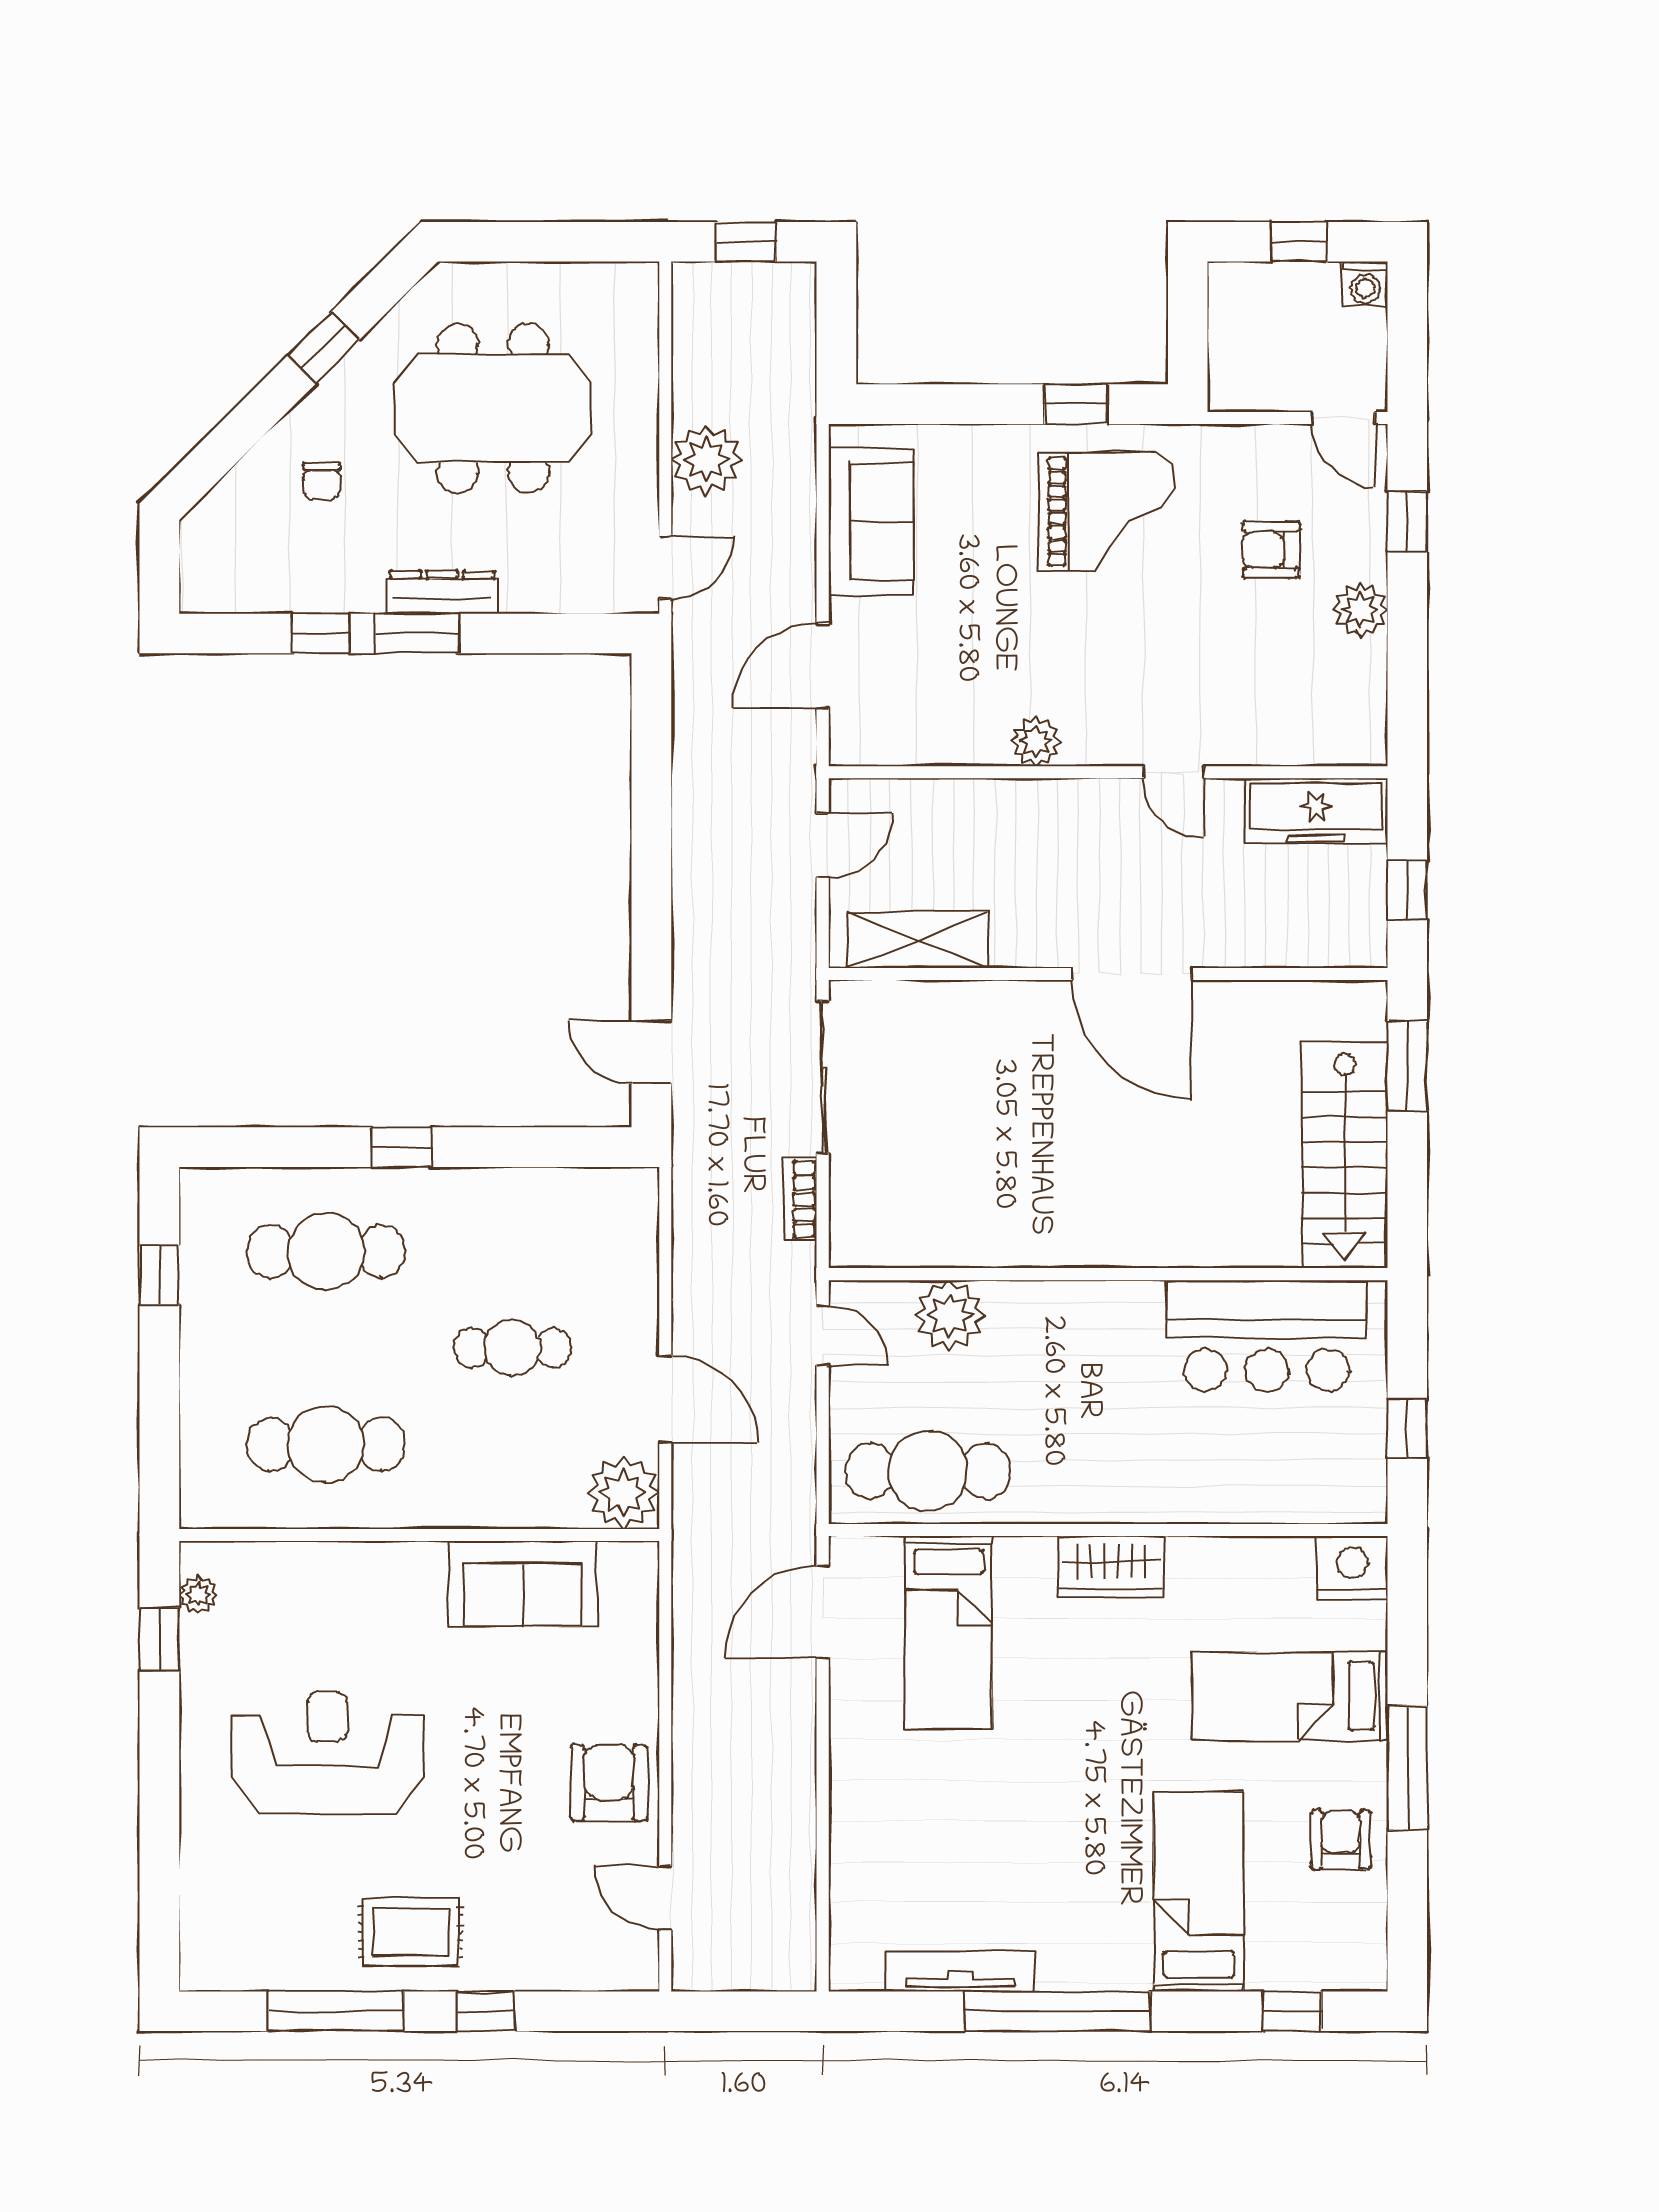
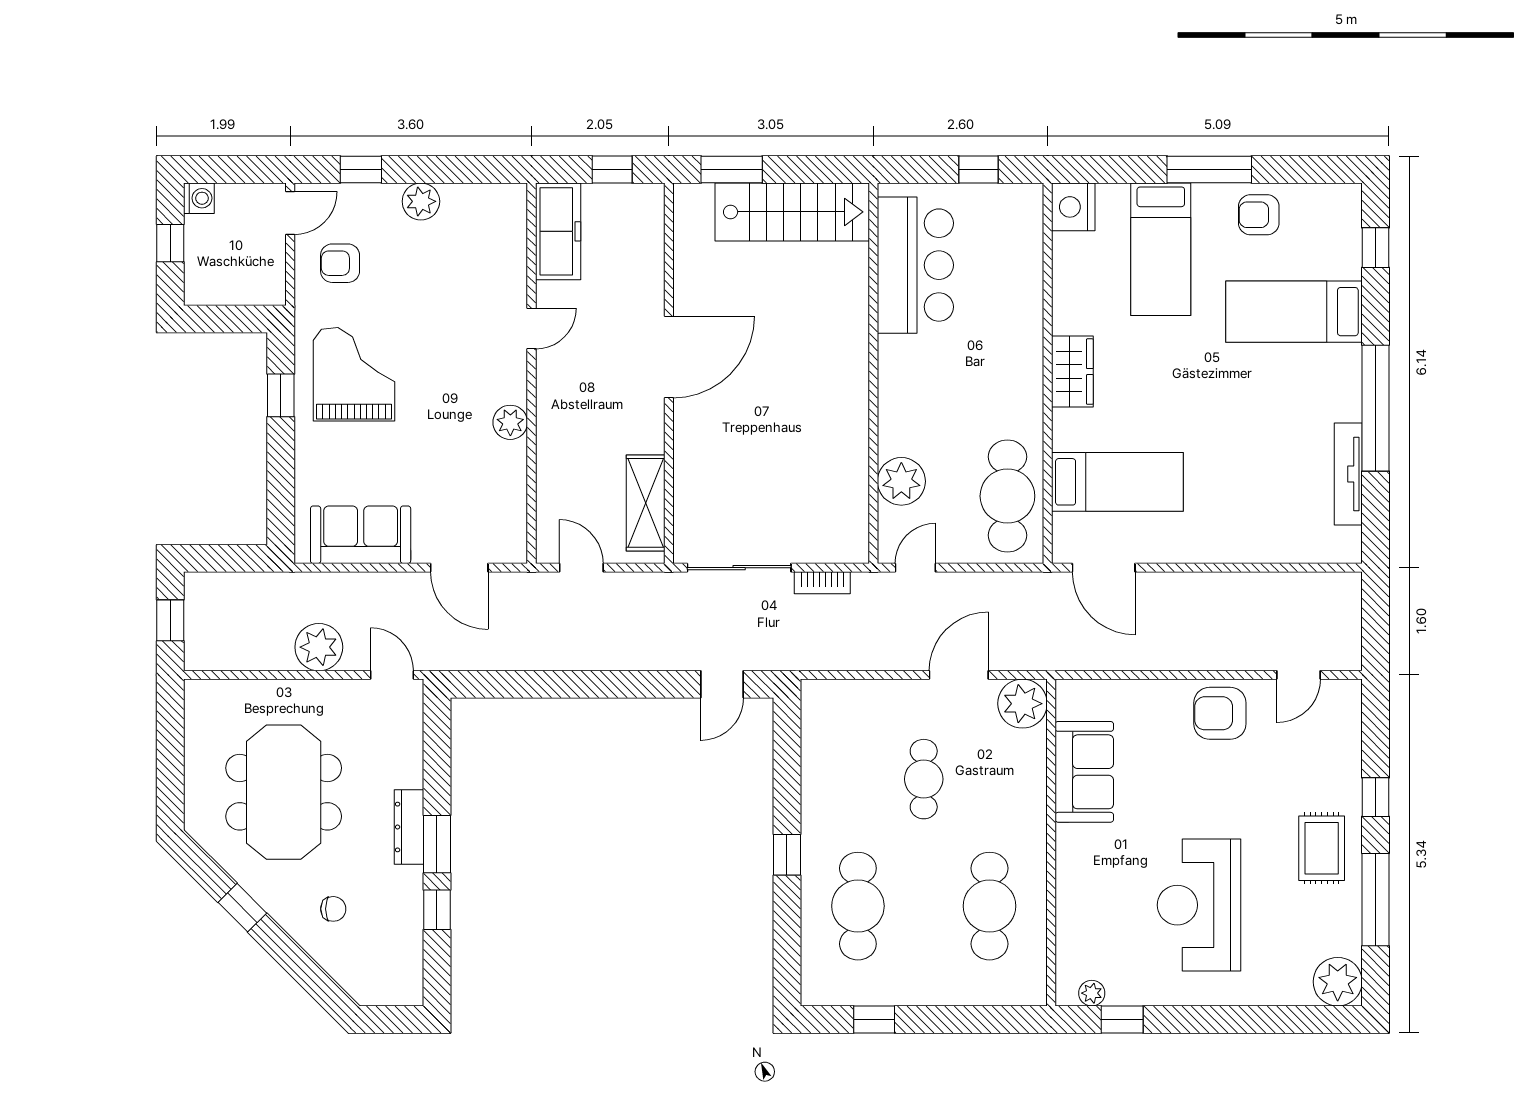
armchair: (1271, 550) -> (340, 263), moved, turned 90
plant: (215, 1956) -> (1338, 982), added

